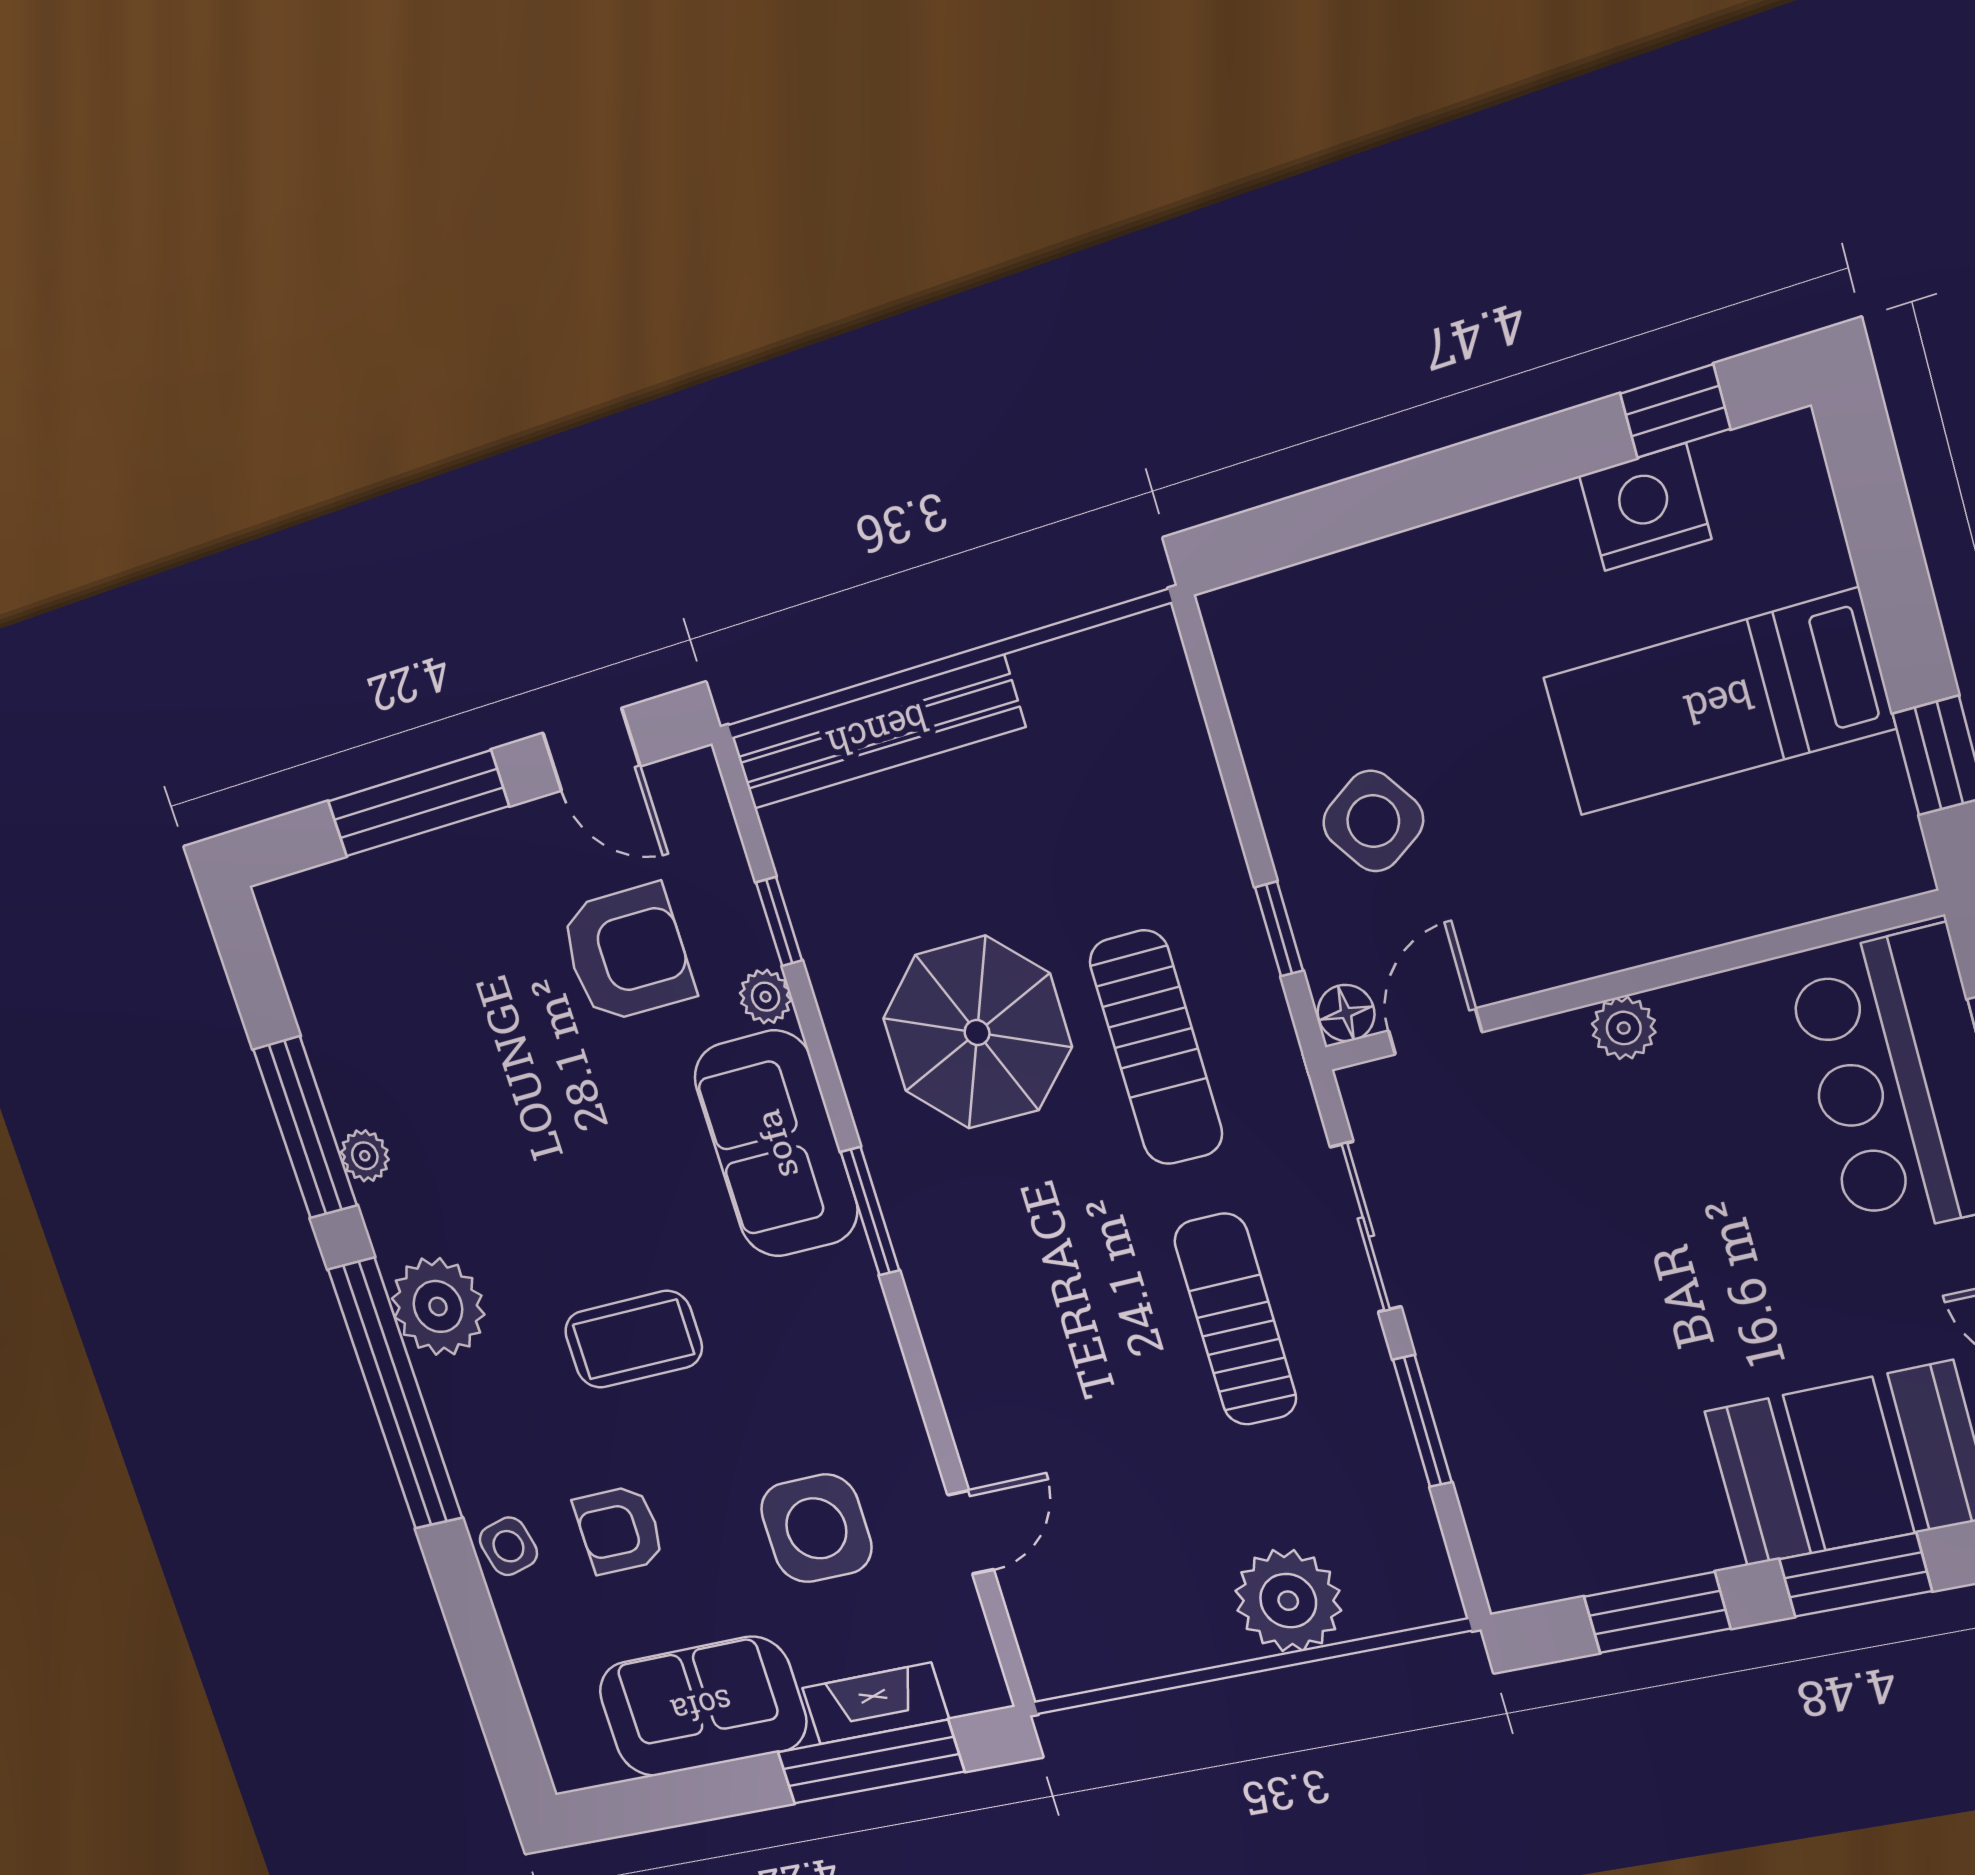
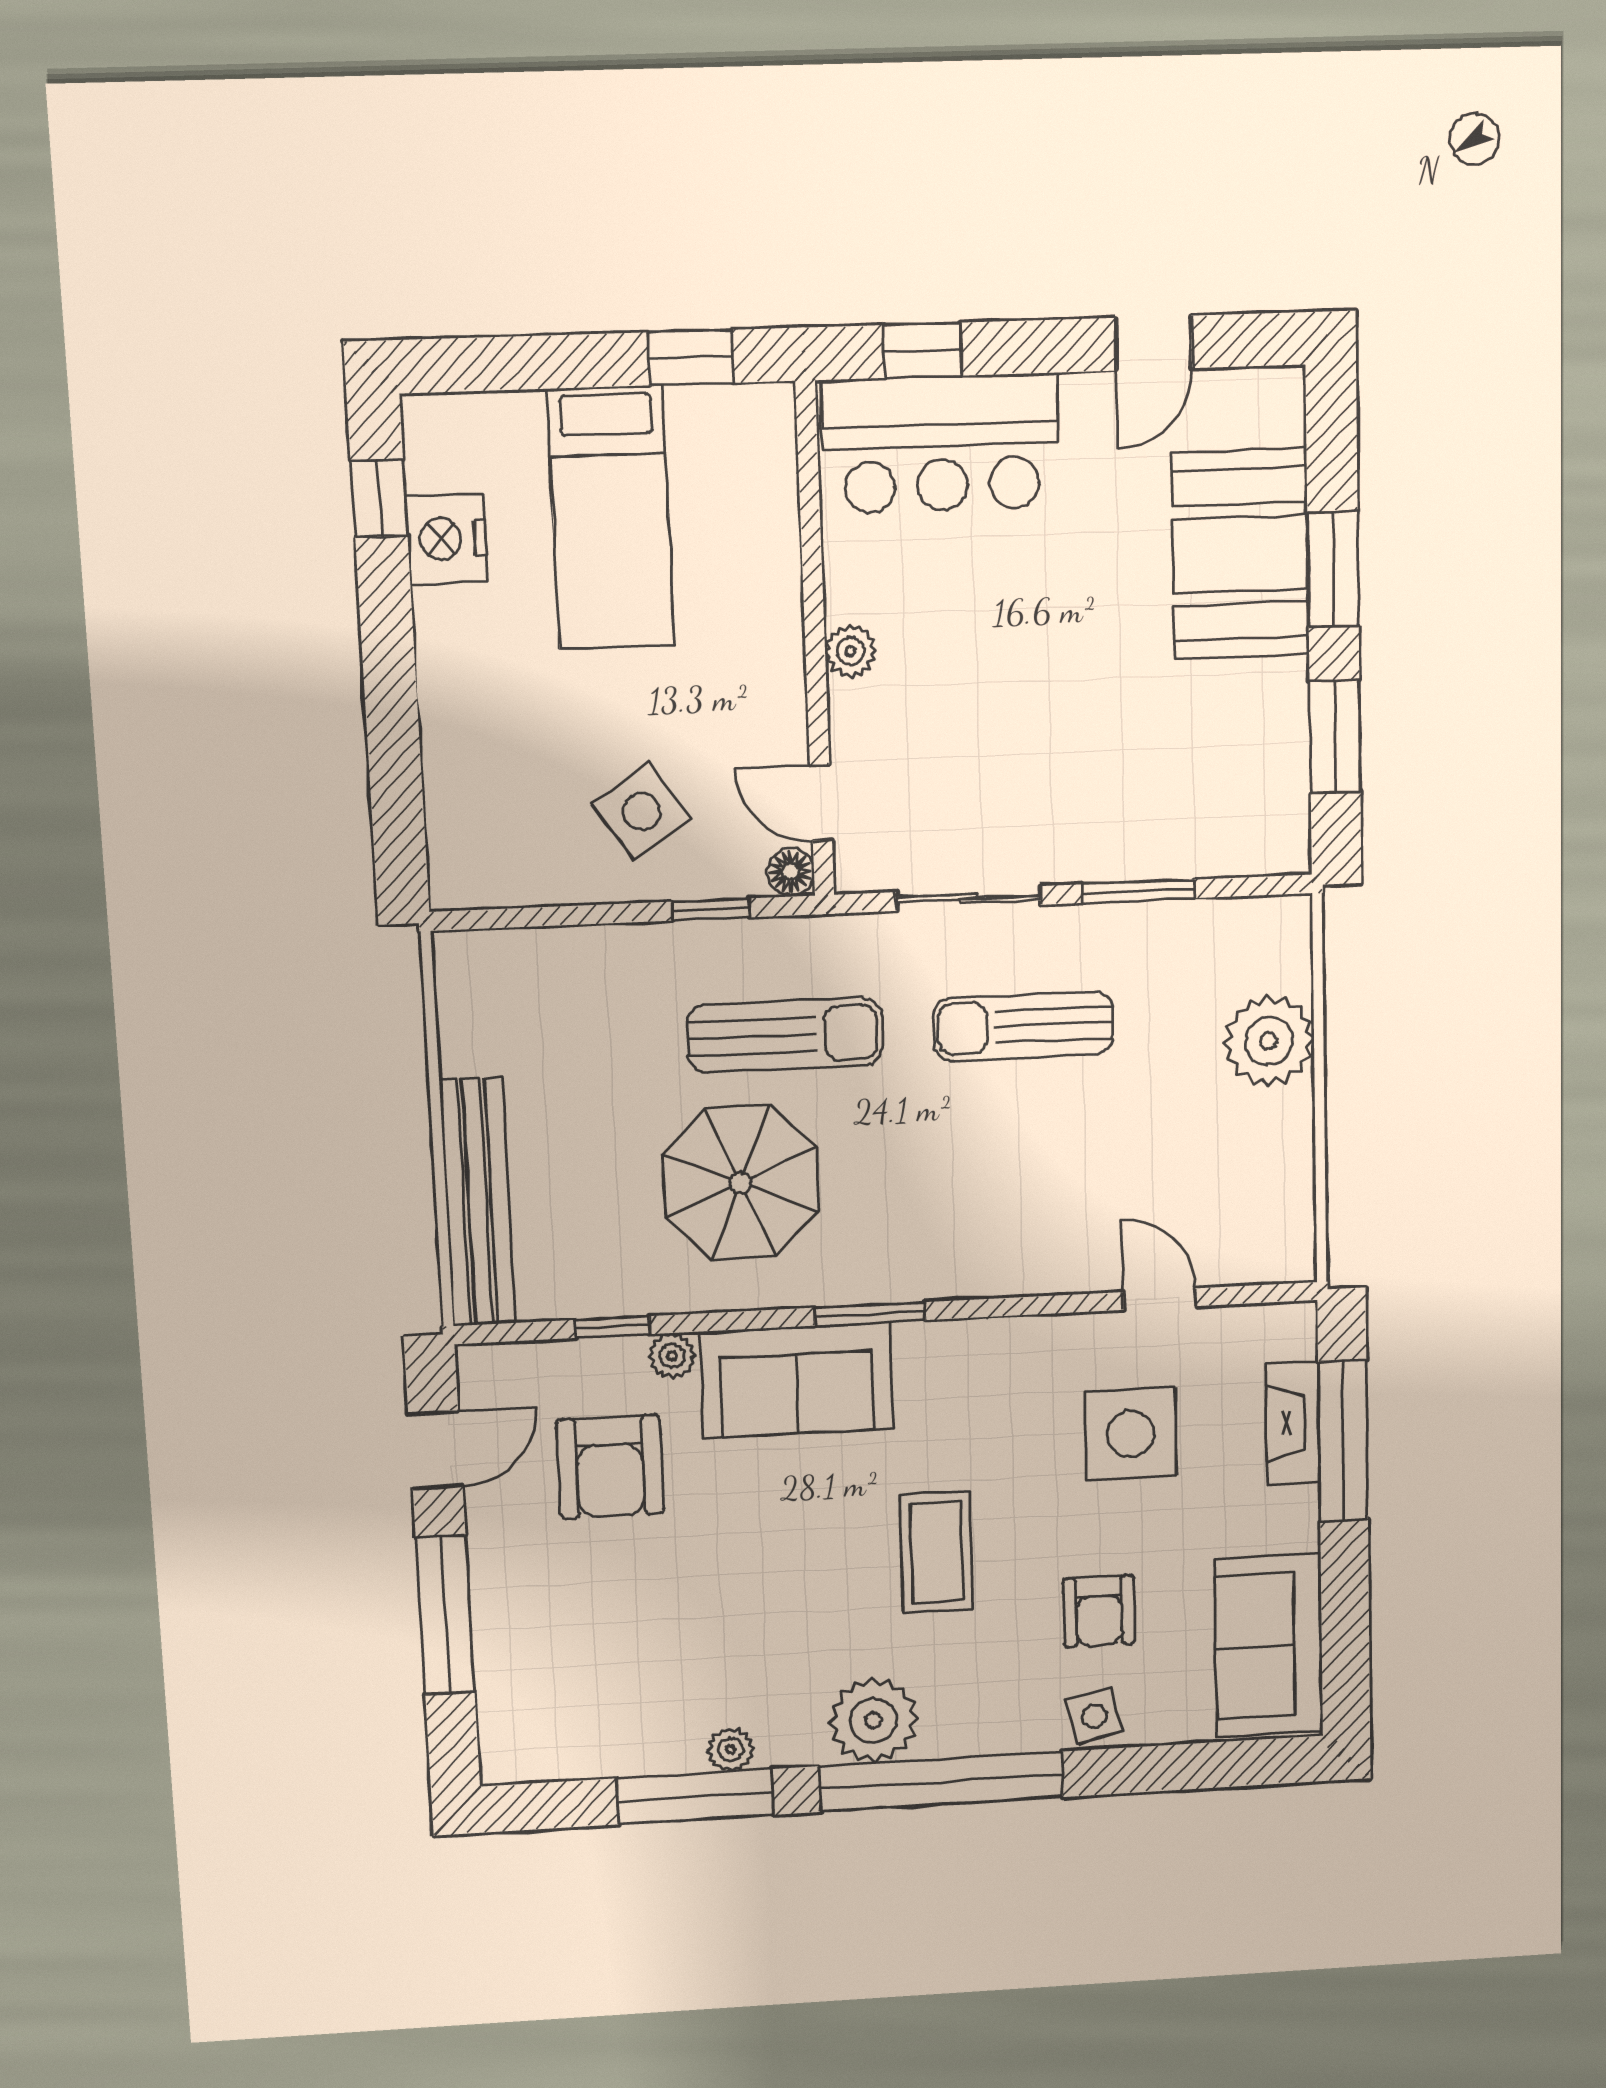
armchair: (627, 953) -> (610, 1467), turned 180
sofa: (702, 1707) -> (1269, 1645), moved

